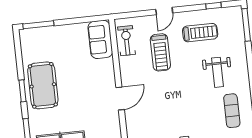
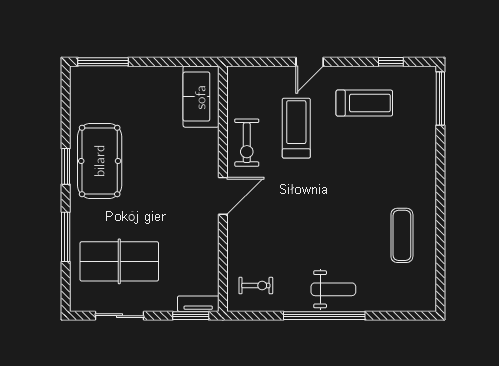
exercise bike: (127, 41) -> (247, 143), moved, turned 180
treadmill: (160, 52) -> (296, 128), turned 180
weight bench: (218, 72) -> (386, 171), removed

